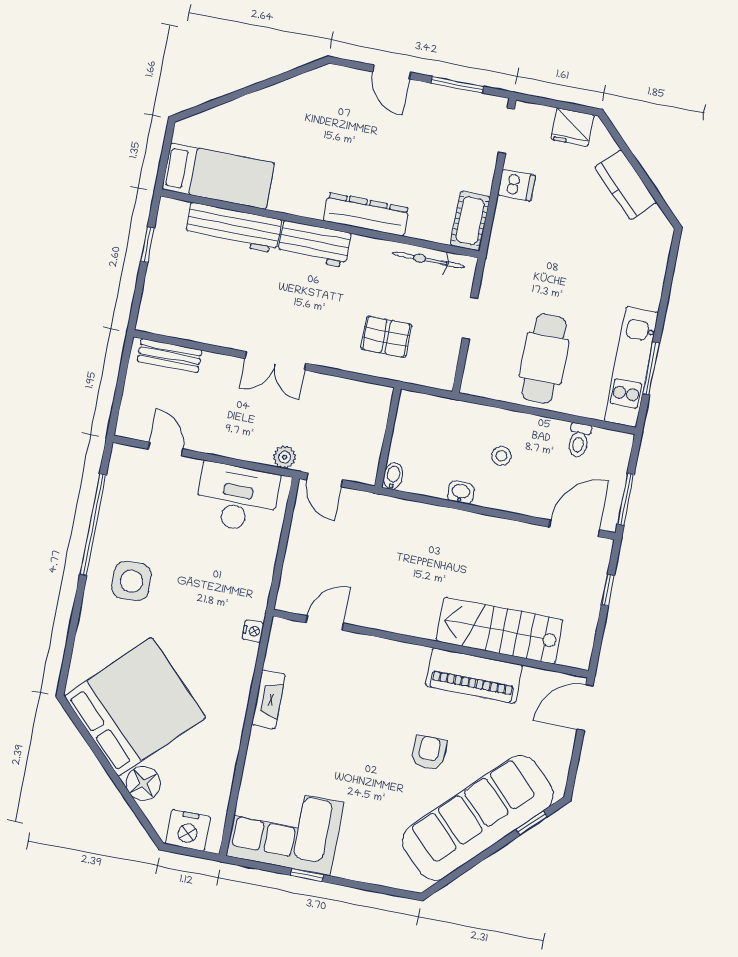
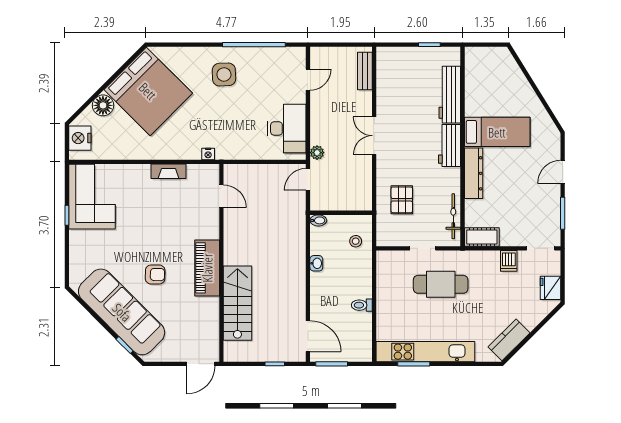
bed: (218, 176) -> (497, 132), moved, turned -90
kitchen counter: (626, 185) -> (509, 340), moved
cafe table: (544, 358) -> (441, 284), moved
kitchen unit: (631, 367) -> (425, 352), width x1.36
toilet: (579, 440) -> (362, 305), moved
stool: (501, 456) -> (356, 241), moved
piano: (474, 676) -> (207, 268), moved
door: (585, 708) -> (201, 364), swing flipped

